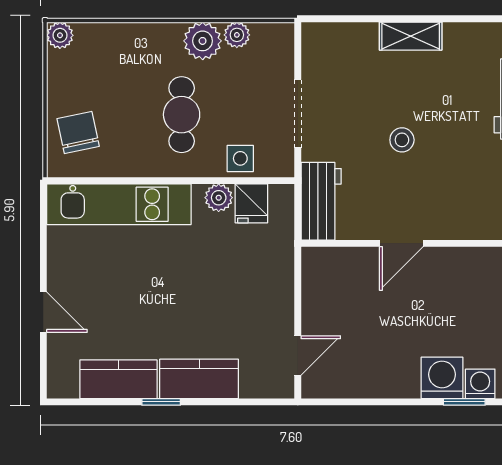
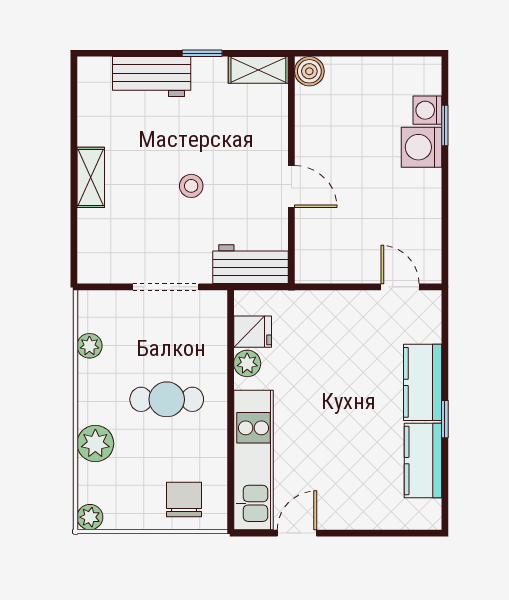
plant: (203, 41) -> (95, 444), moved
chair: (78, 132) -> (184, 500), turned 102
side table: (240, 158) -> (209, 342), removed
door: (43, 312) -> (297, 533), moved

